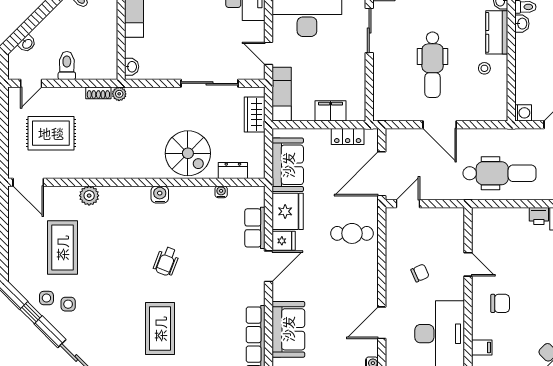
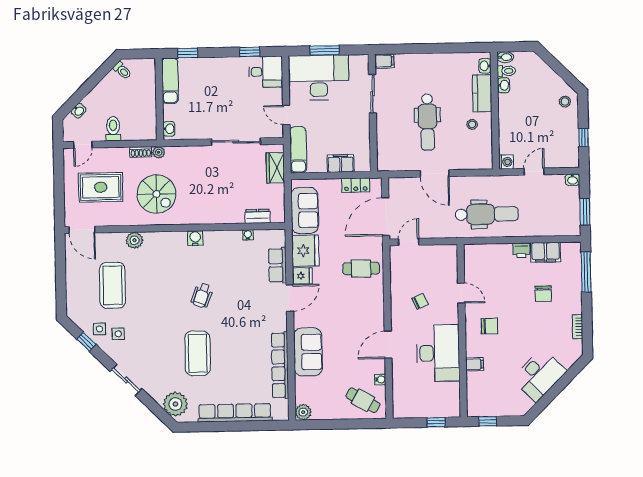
spiral stairs: (188, 153) -> (157, 194), moved

